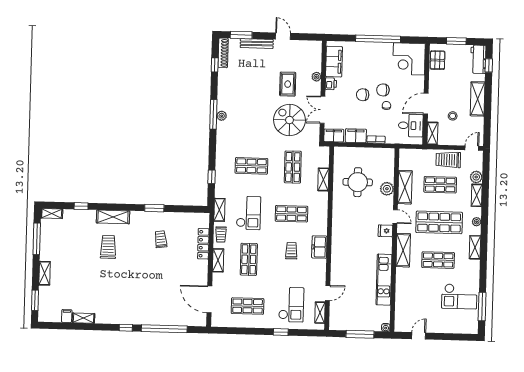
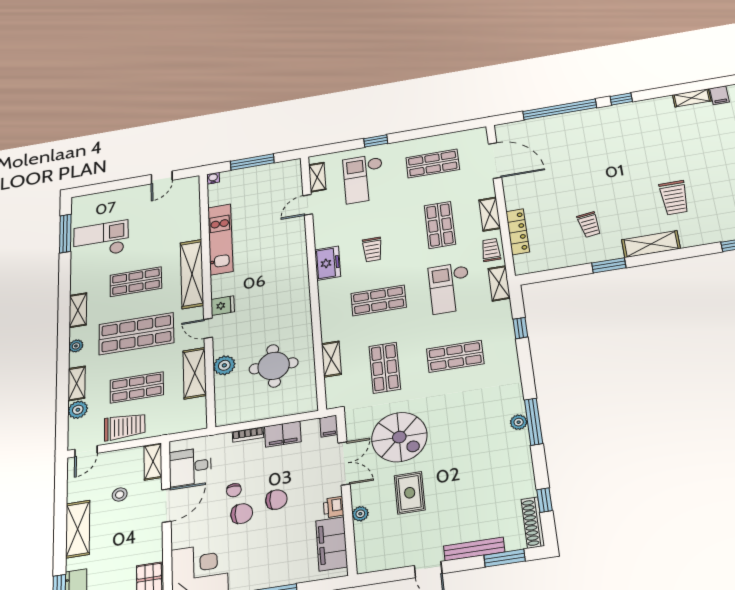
filing cabinet: (334, 135) -> (329, 426), width x0.50
shelving: (113, 217) -> (651, 244), moved
shelving: (403, 250) -> (192, 274), width x1.47

